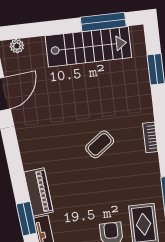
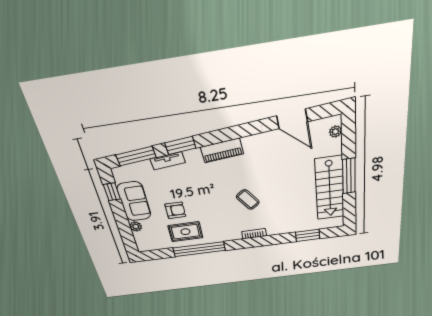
window: (103, 22) -> (349, 176), moved
piano: (39, 192) -> (222, 151), moved

